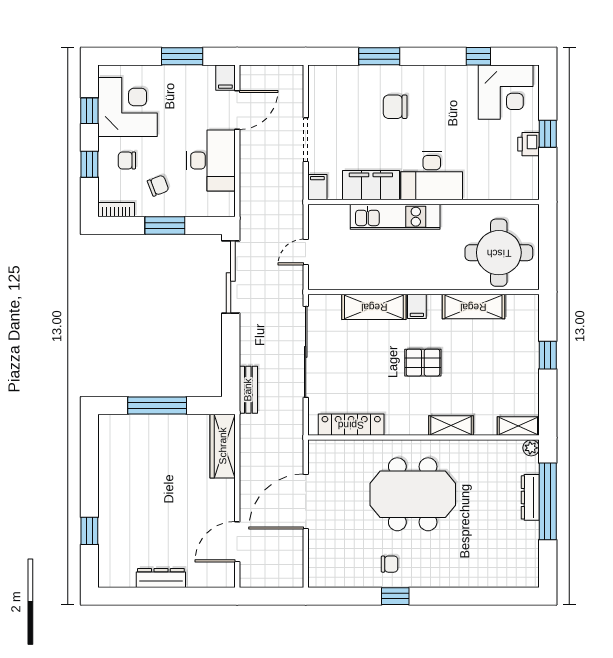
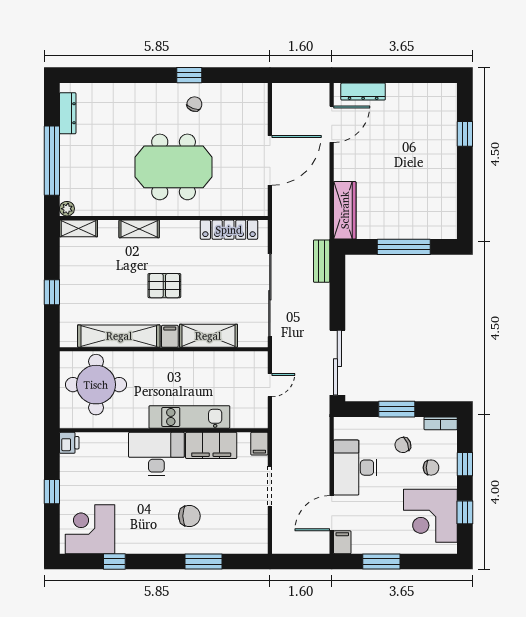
printer: (529, 144) -> (69, 443), moved
shelving: (473, 307) -> (119, 336), width x1.47
dresser: (530, 497) -> (68, 113), moved
chair: (390, 564) -> (194, 104), turned 109
dresser: (161, 578) -> (363, 92), moved

